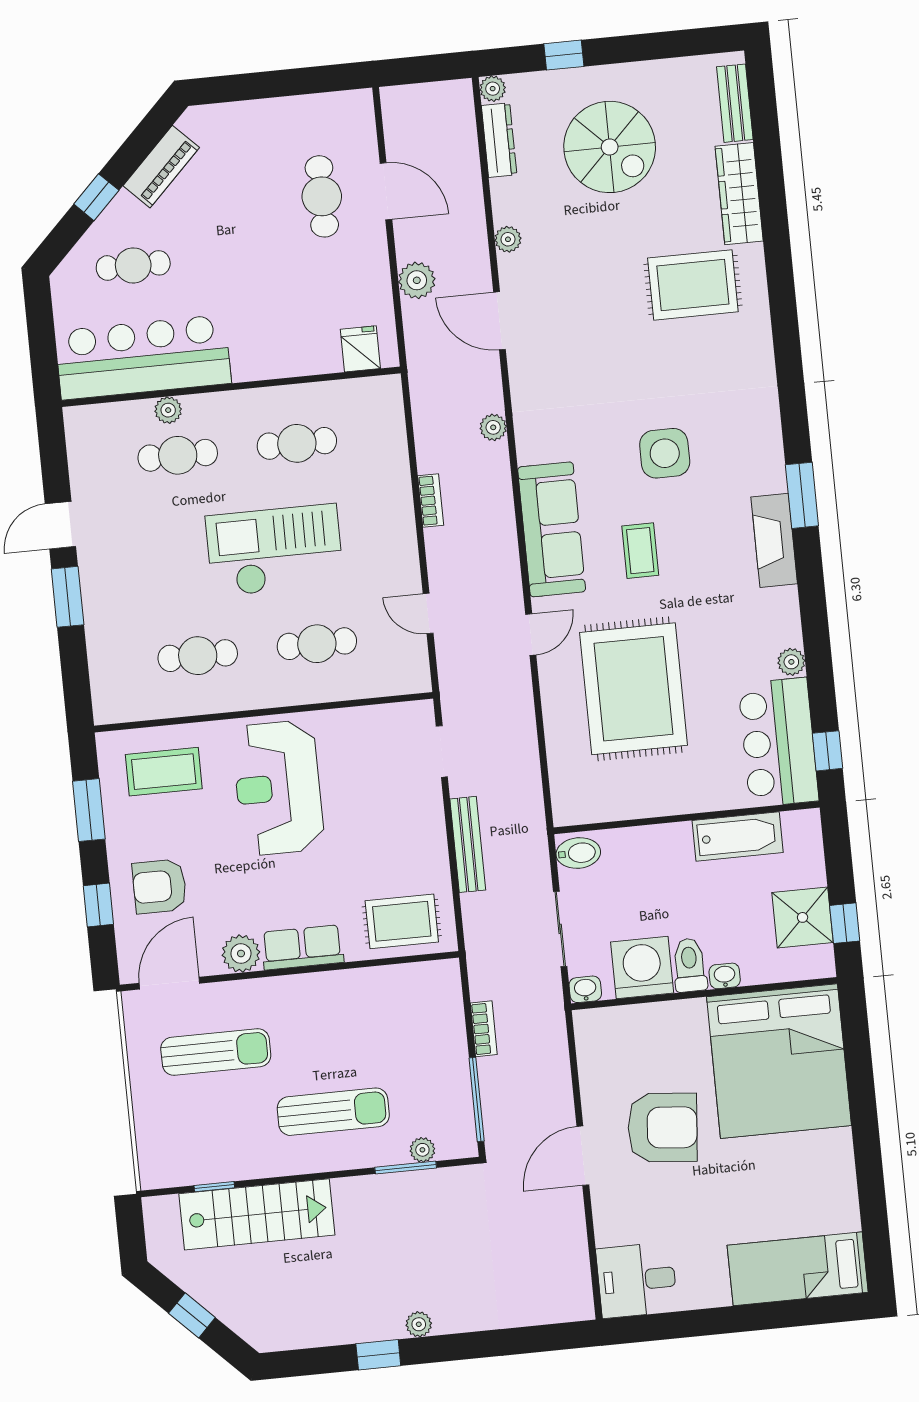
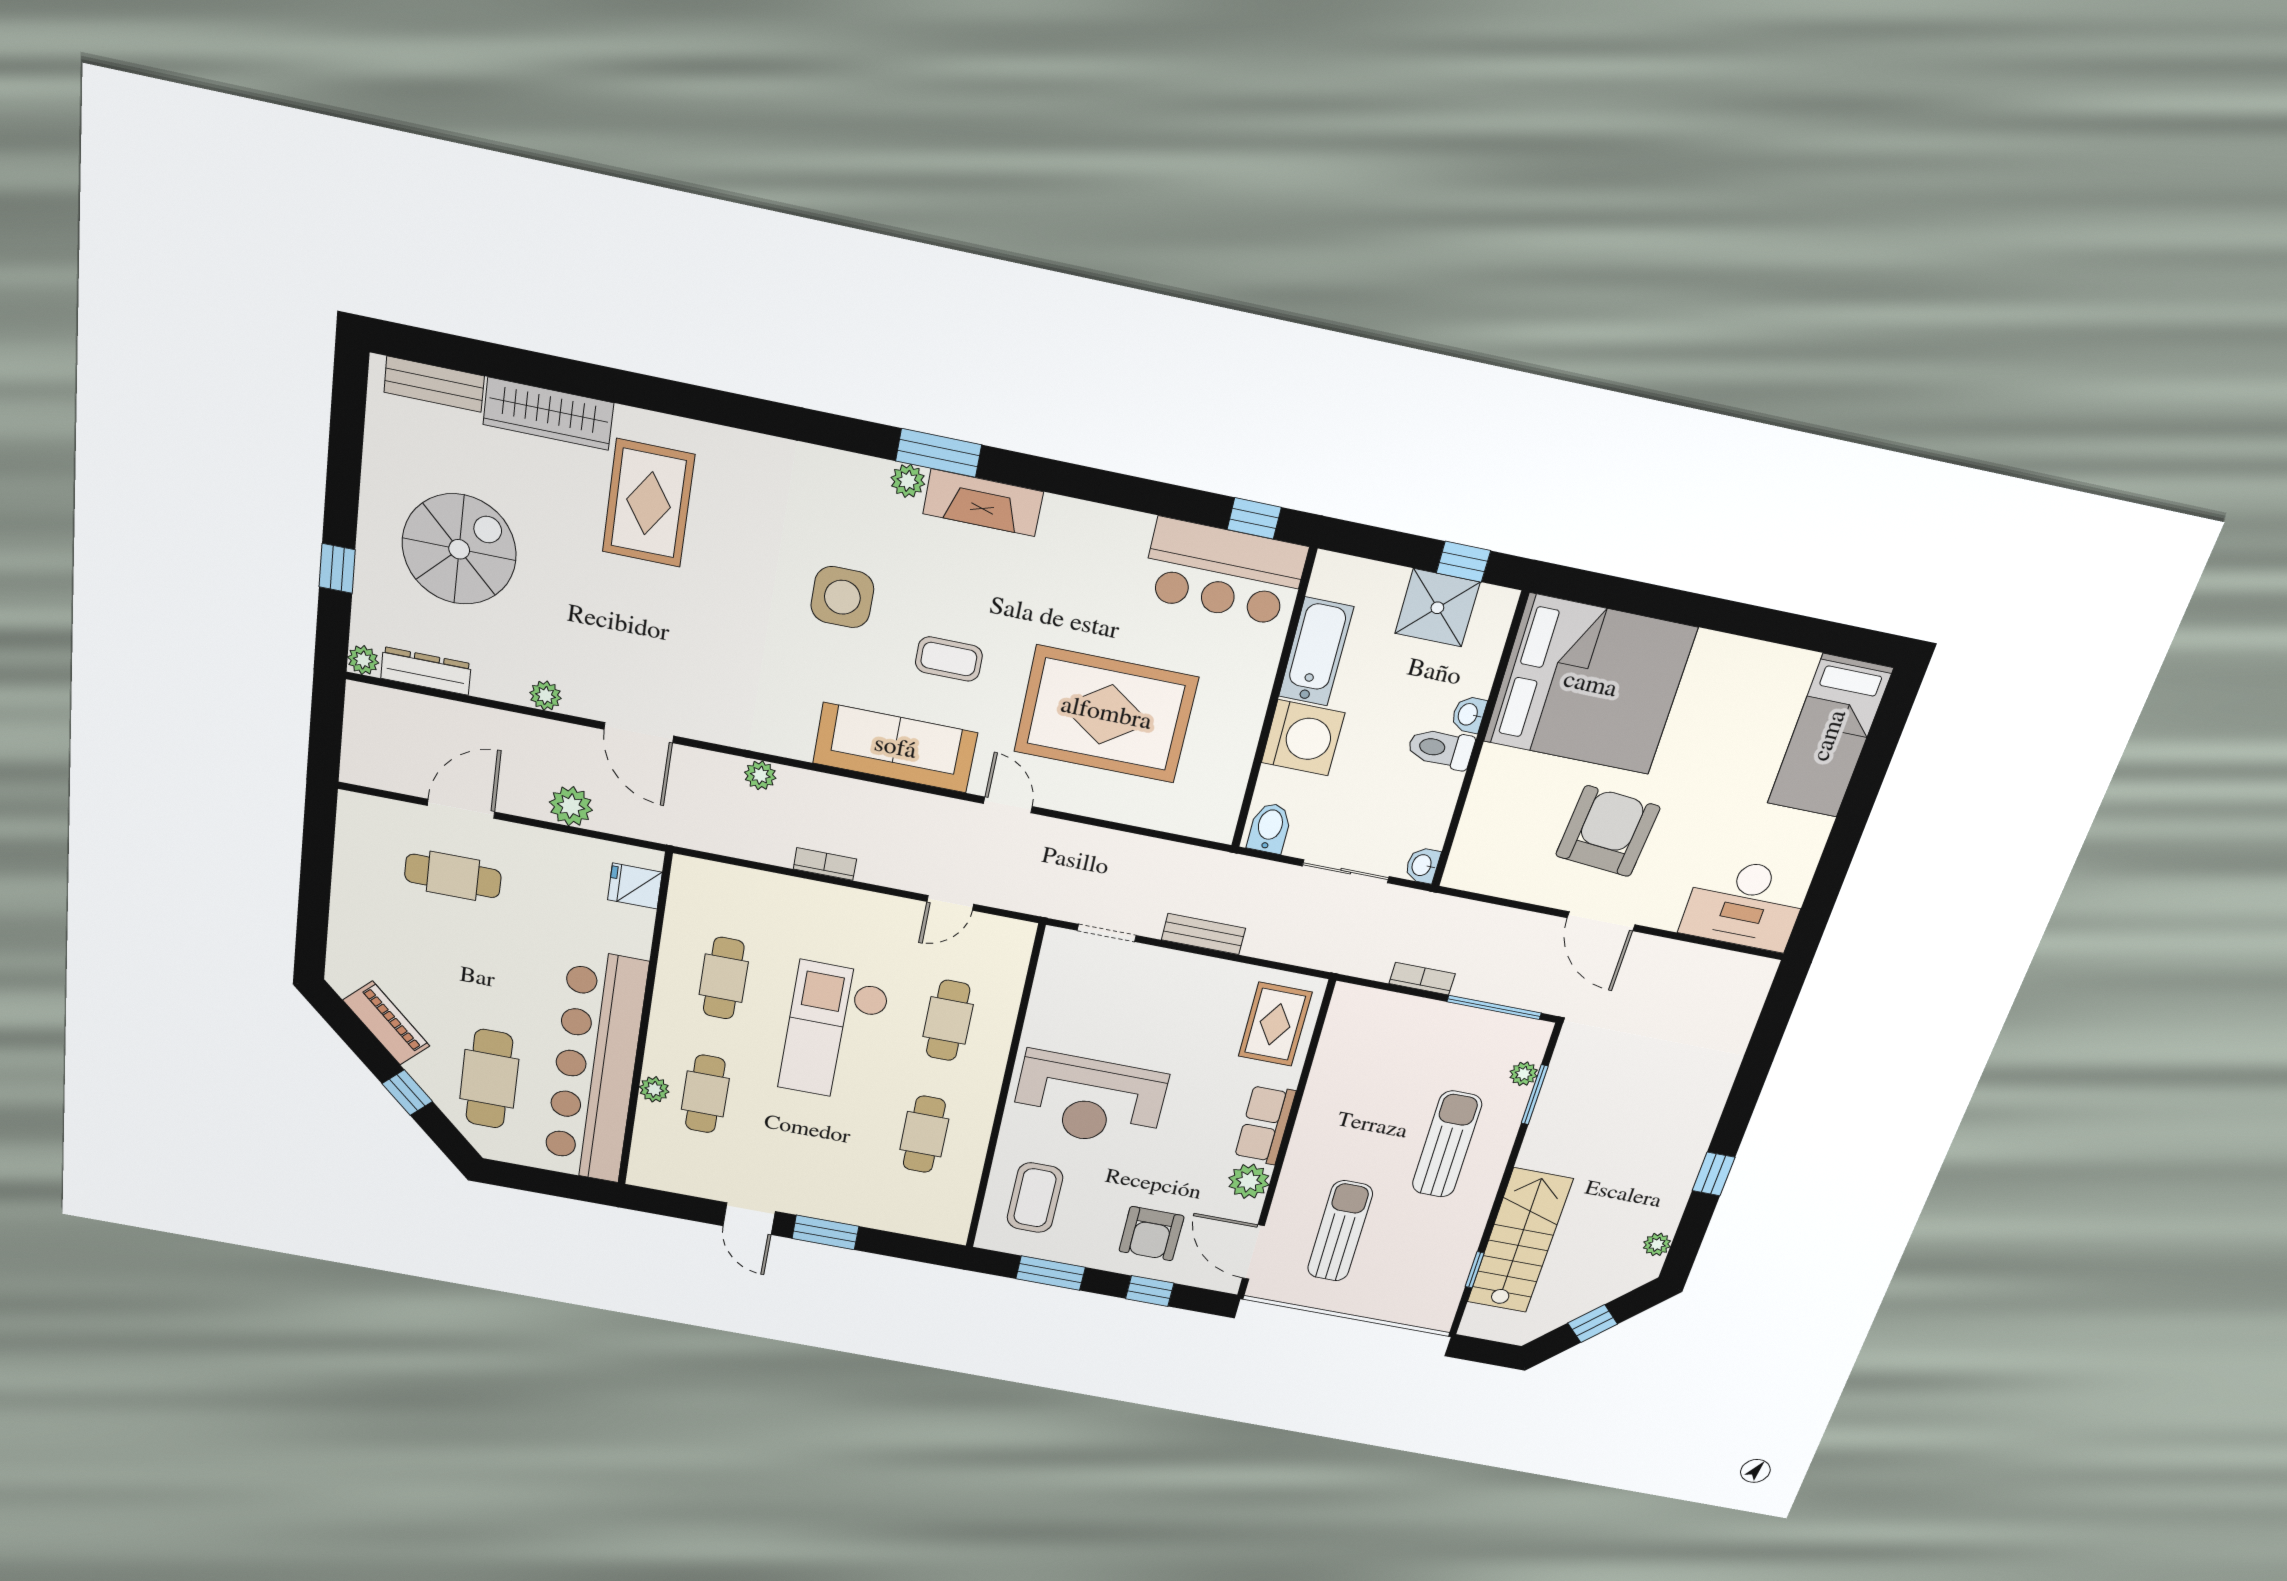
cafe table: (133, 265) -> (489, 1079), width x1.37, depth x1.35
door: (499, 321) -> (639, 733), hinge flipped
bar counter: (143, 357) -> (595, 1068), width x1.36
plant: (791, 662) -> (908, 481), moved
bench: (468, 844) -> (1203, 934), width x0.73
washing machine: (642, 967) -> (1303, 738), moved, turned 180
desk: (637, 1280) -> (1745, 904), width x1.37
plant: (419, 1324) -> (1657, 1244), moved

